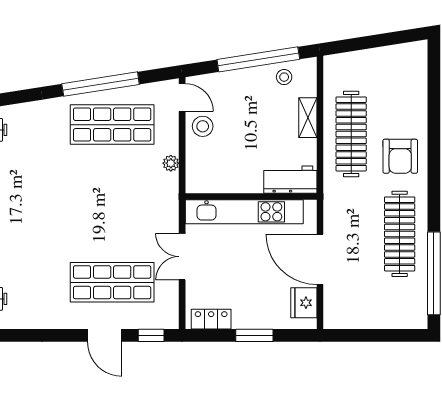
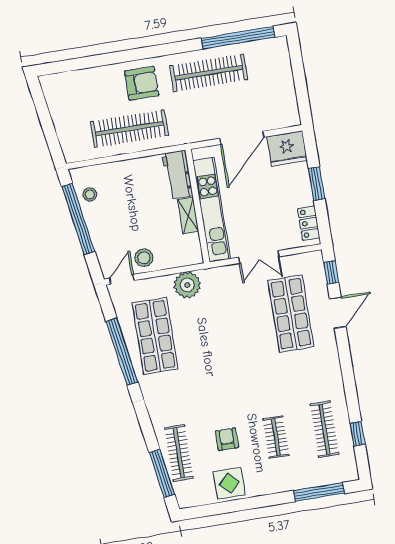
shelving: (308, 118) -> (188, 215), moved, turned 90
plant: (171, 163) -> (187, 285), width x1.87, depth x1.87
fridge: (304, 303) -> (287, 149), width x1.36, depth x1.34

